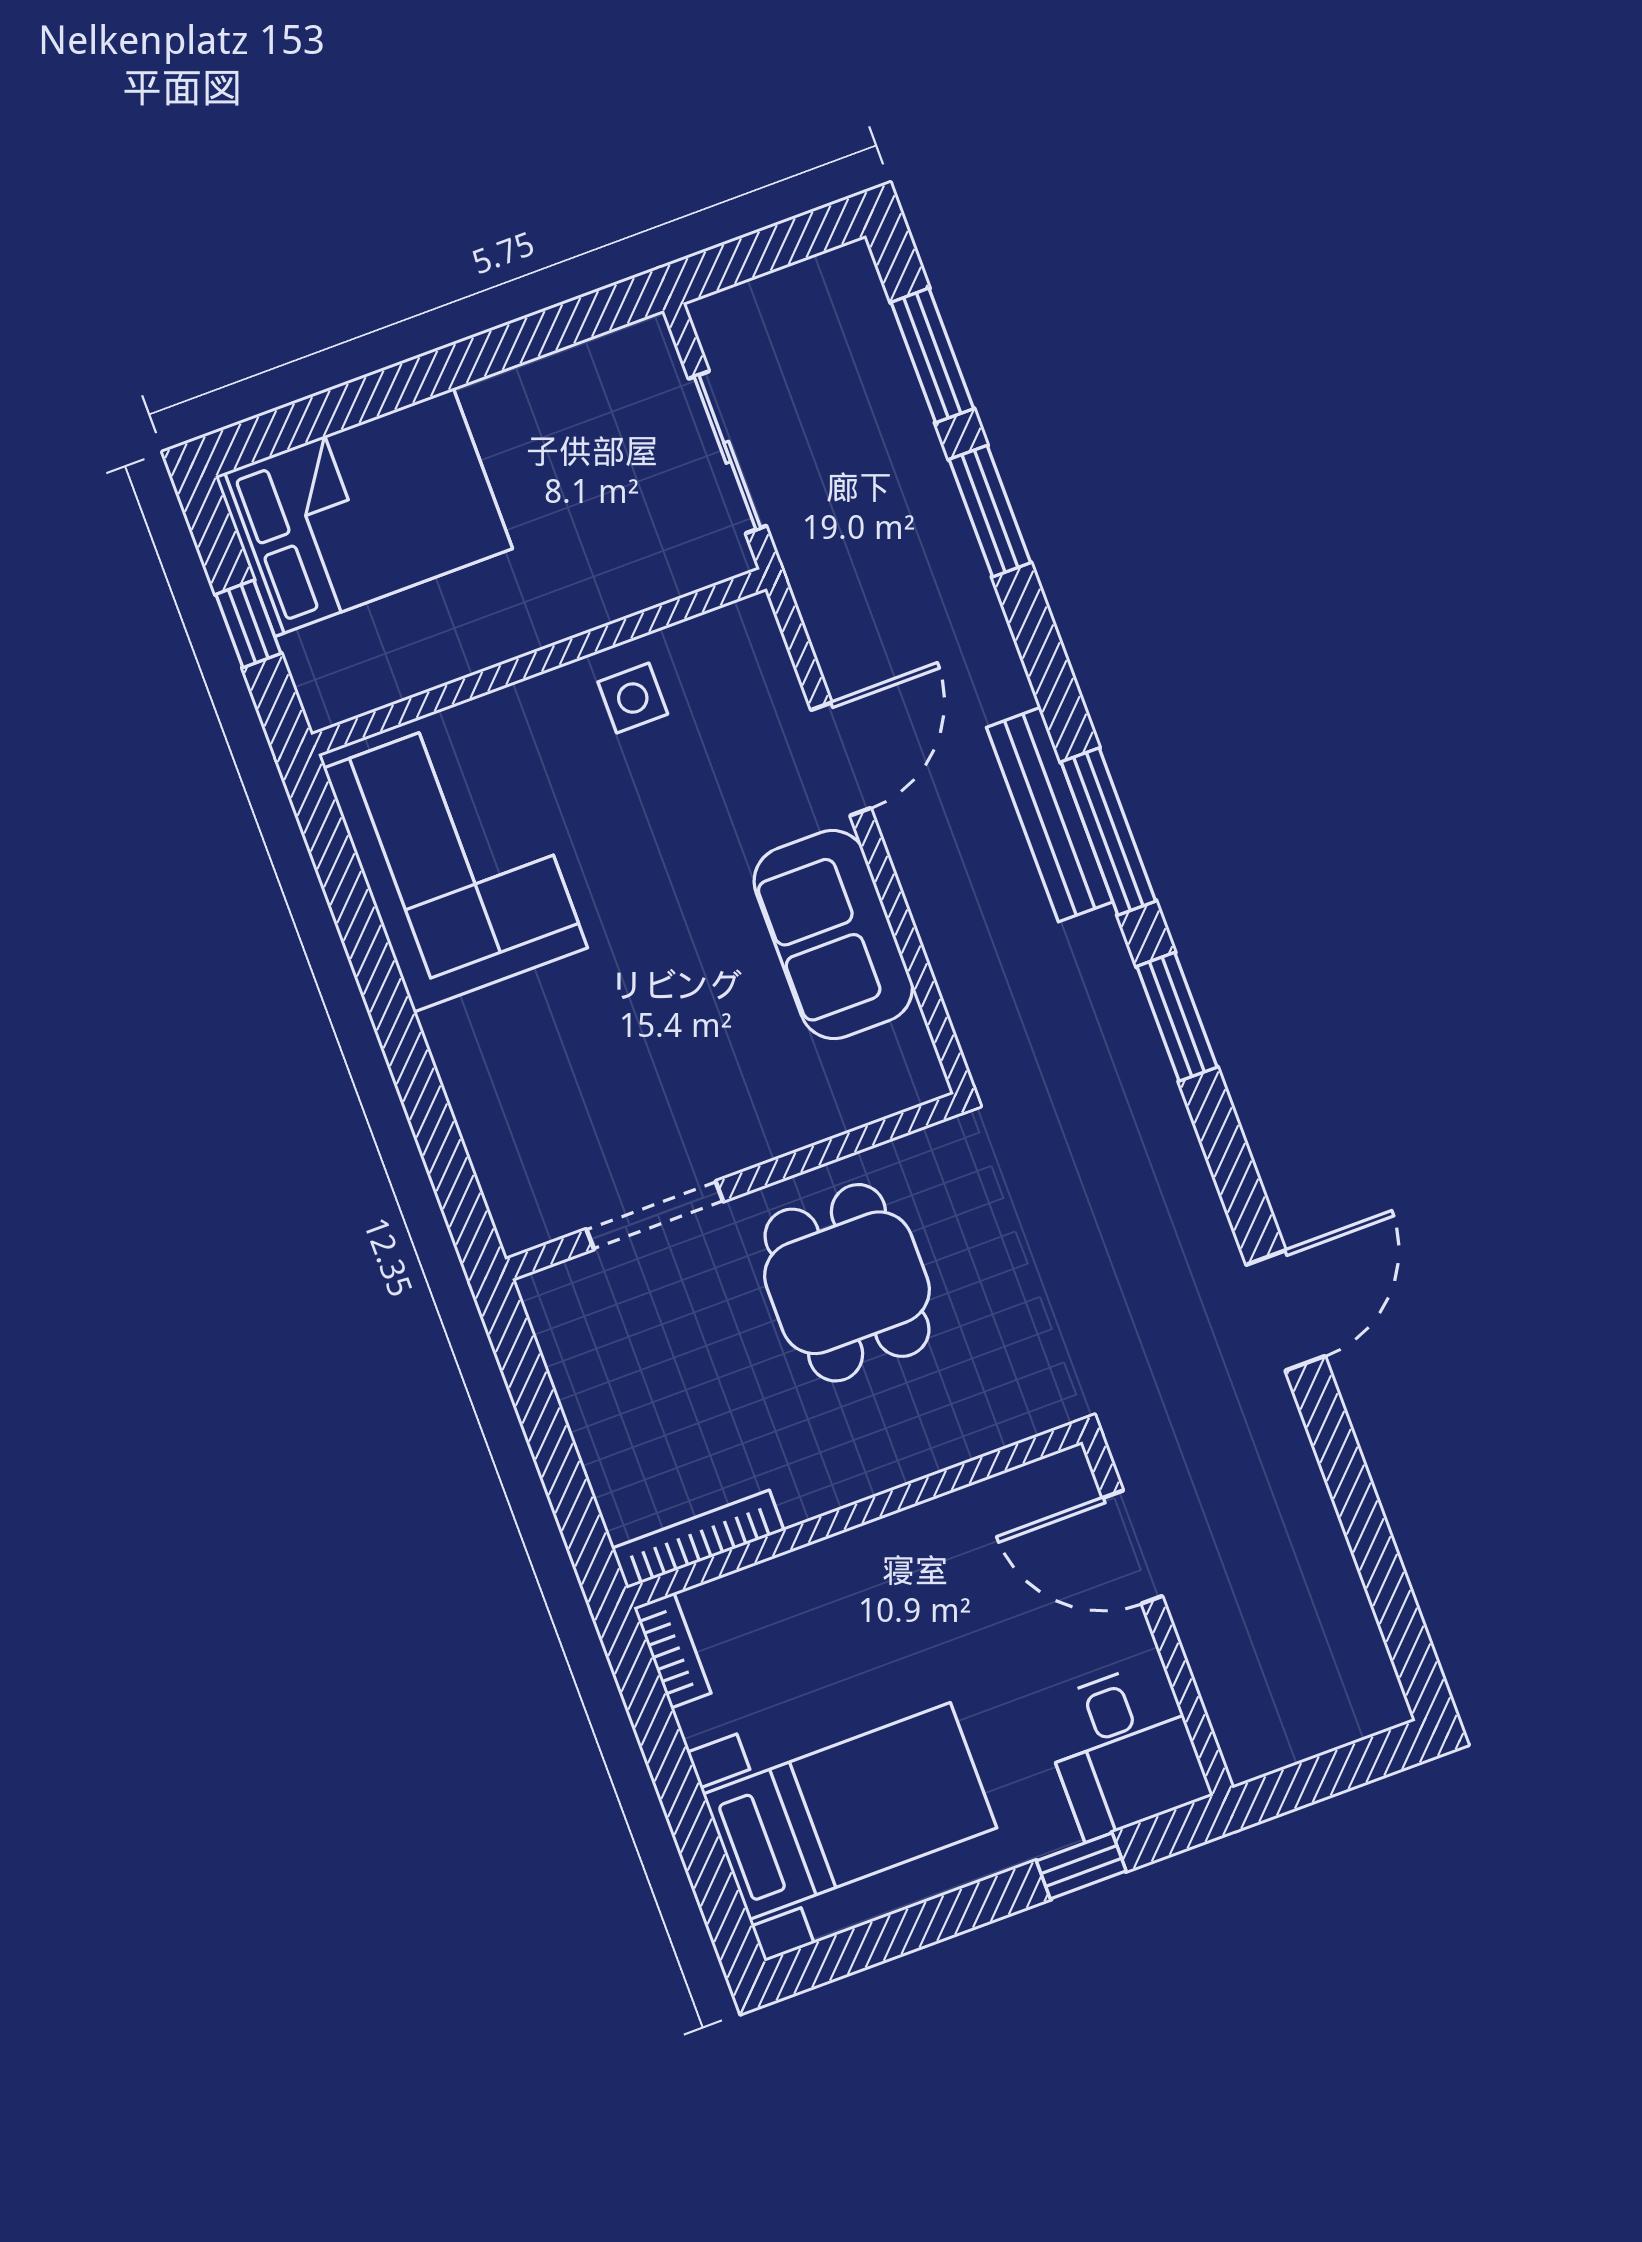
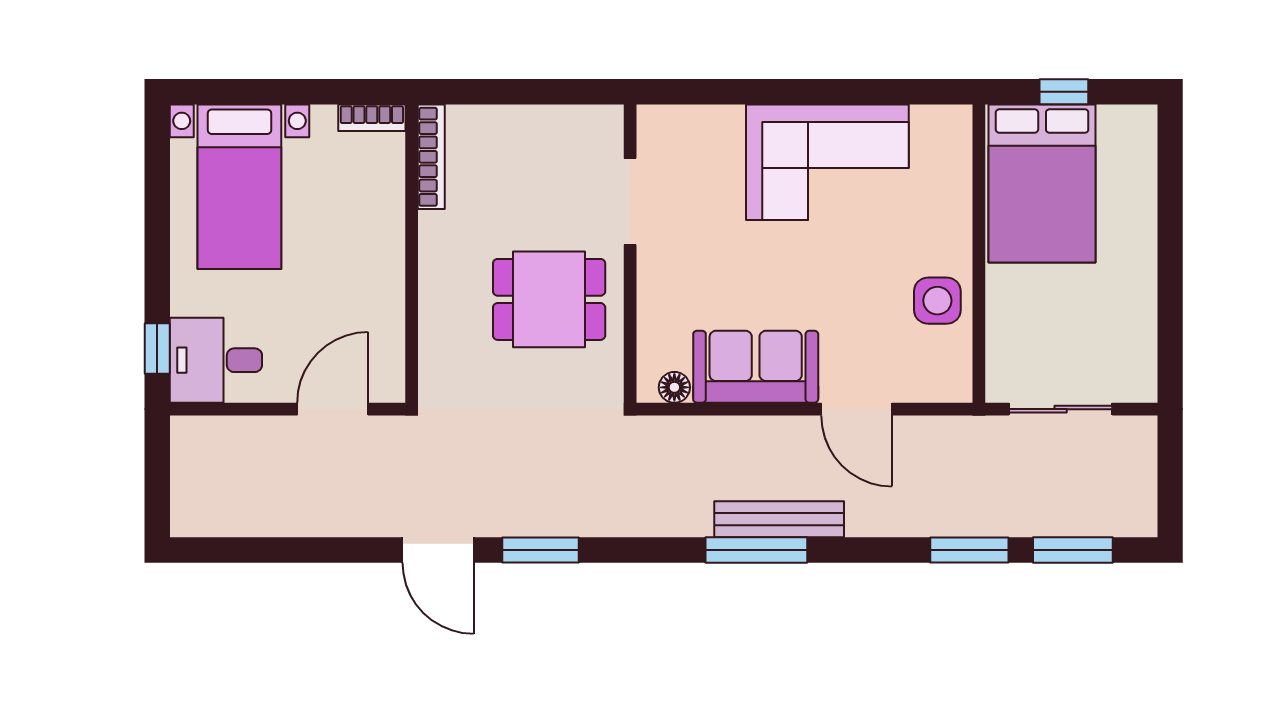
bed: (364, 512) -> (1042, 184), moved
side table: (633, 698) -> (937, 301), width x1.37, depth x1.37
corner sofa: (455, 858) -> (827, 162), moved
window: (1177, 1017) -> (540, 550), moved
floor lamp: (909, 1045) -> (674, 387), added
window: (1081, 1866) -> (157, 349), moved

